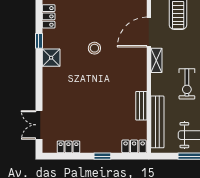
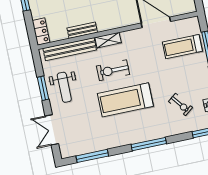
shelving: (156, 60) -> (108, 40), moved

